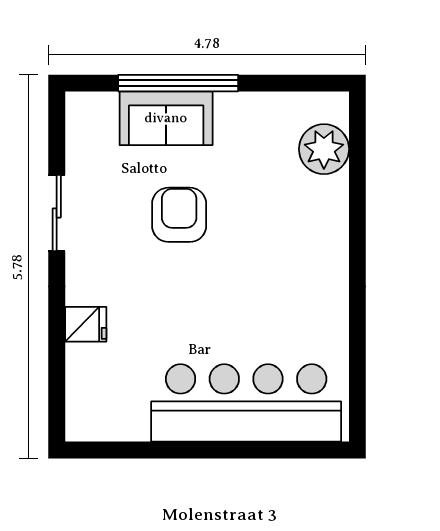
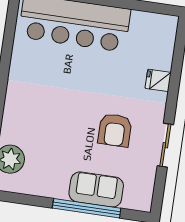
armchair: (179, 215) -> (115, 130), moved

